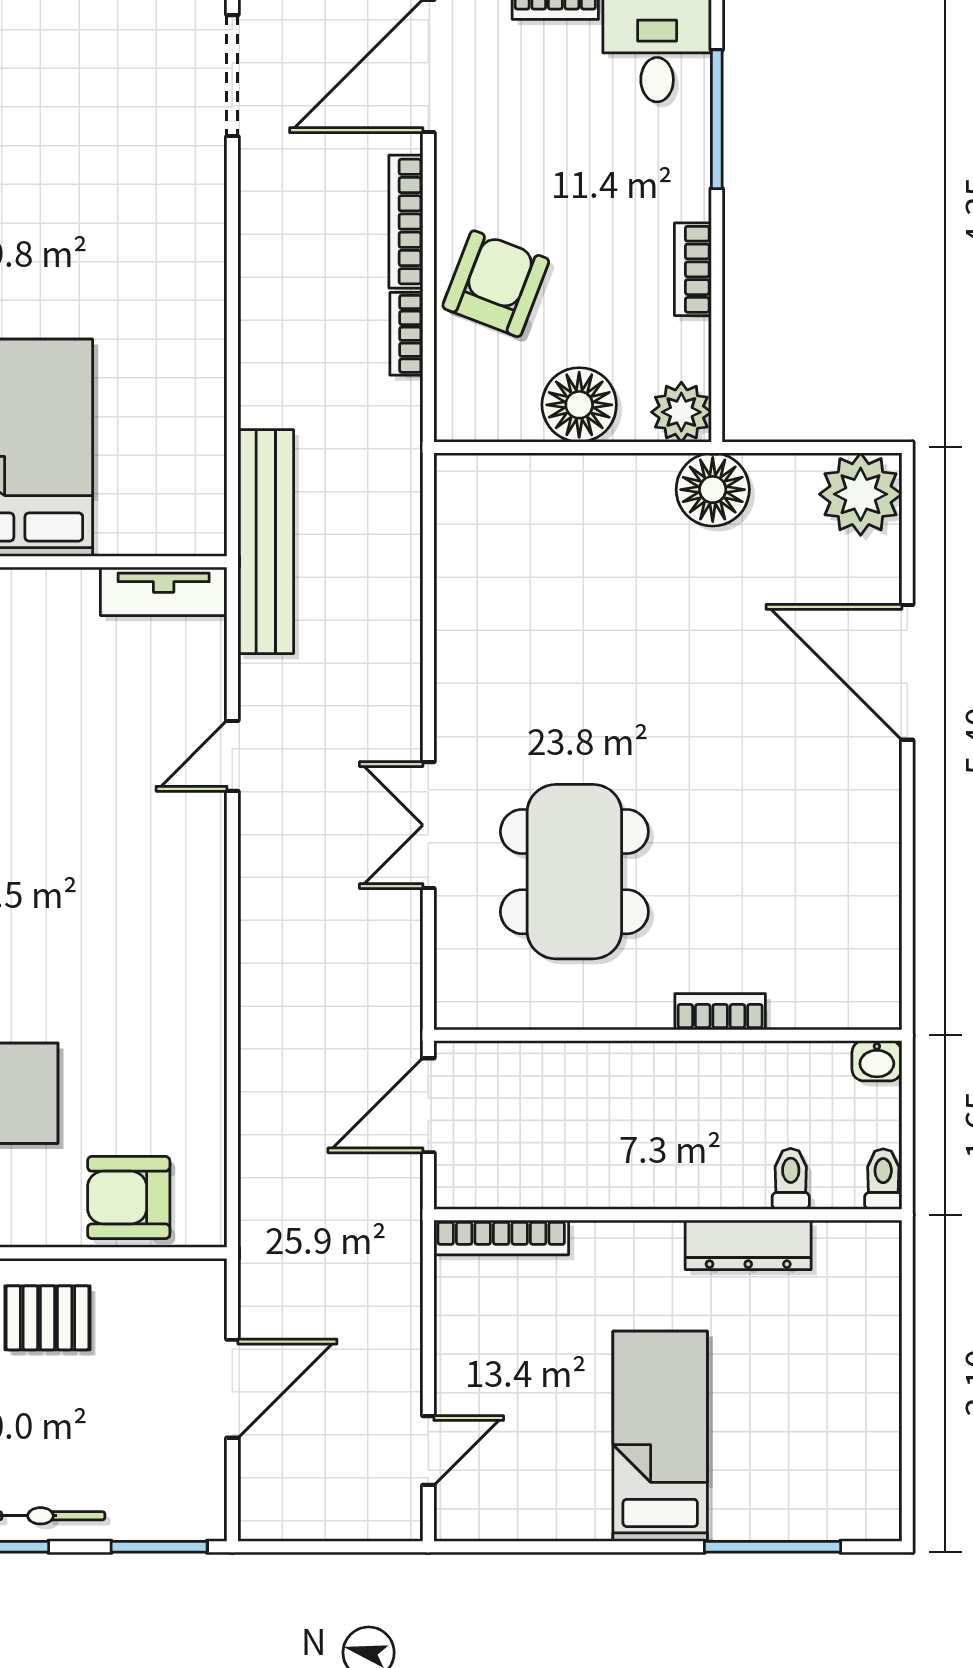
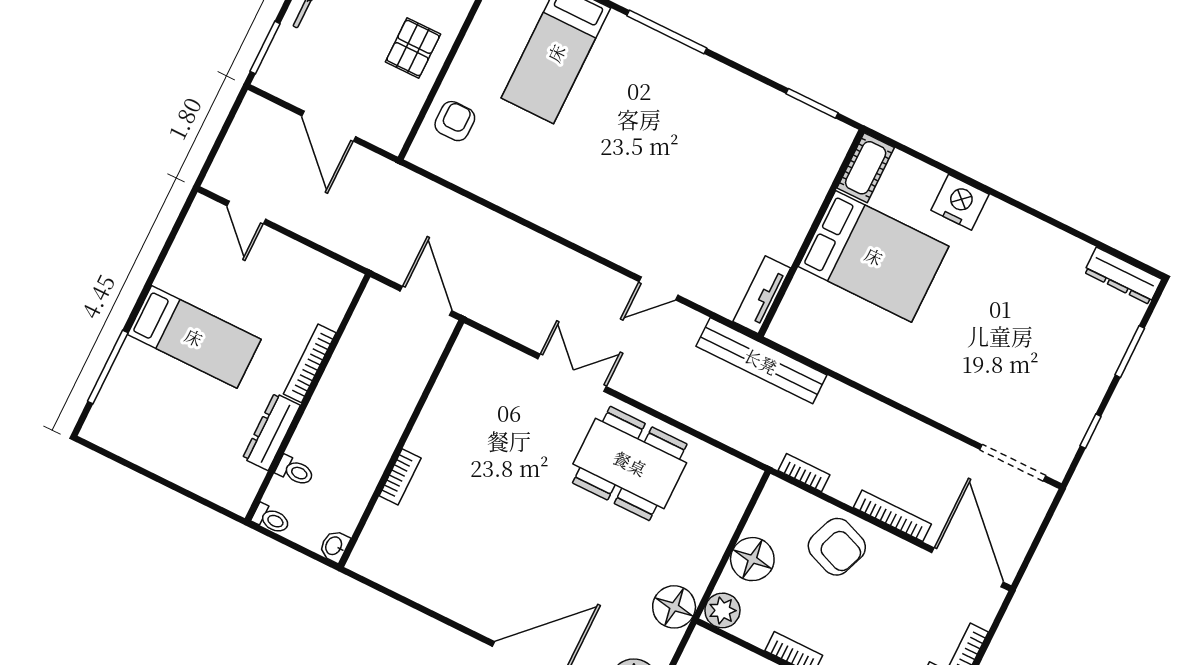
bookcase: (406, 334) -> (804, 473), moved
door: (232, 756) -> (658, 288), swing flipped
dining table: (574, 872) -> (630, 463), moved
armchair: (129, 1198) -> (455, 121), width x0.72, depth x0.72
bookcase: (501, 1237) -> (310, 363), moved

